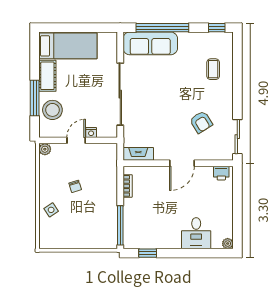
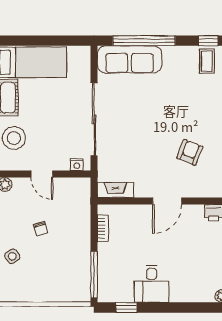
coffee table: (213, 69) -> (207, 61), moved
armchair: (201, 122) -> (190, 152), turned -126
nightstand: (91, 132) -> (77, 165), moved
door: (76, 140) -> (42, 174), swing flipped
desk: (196, 233) -> (152, 284), moved

